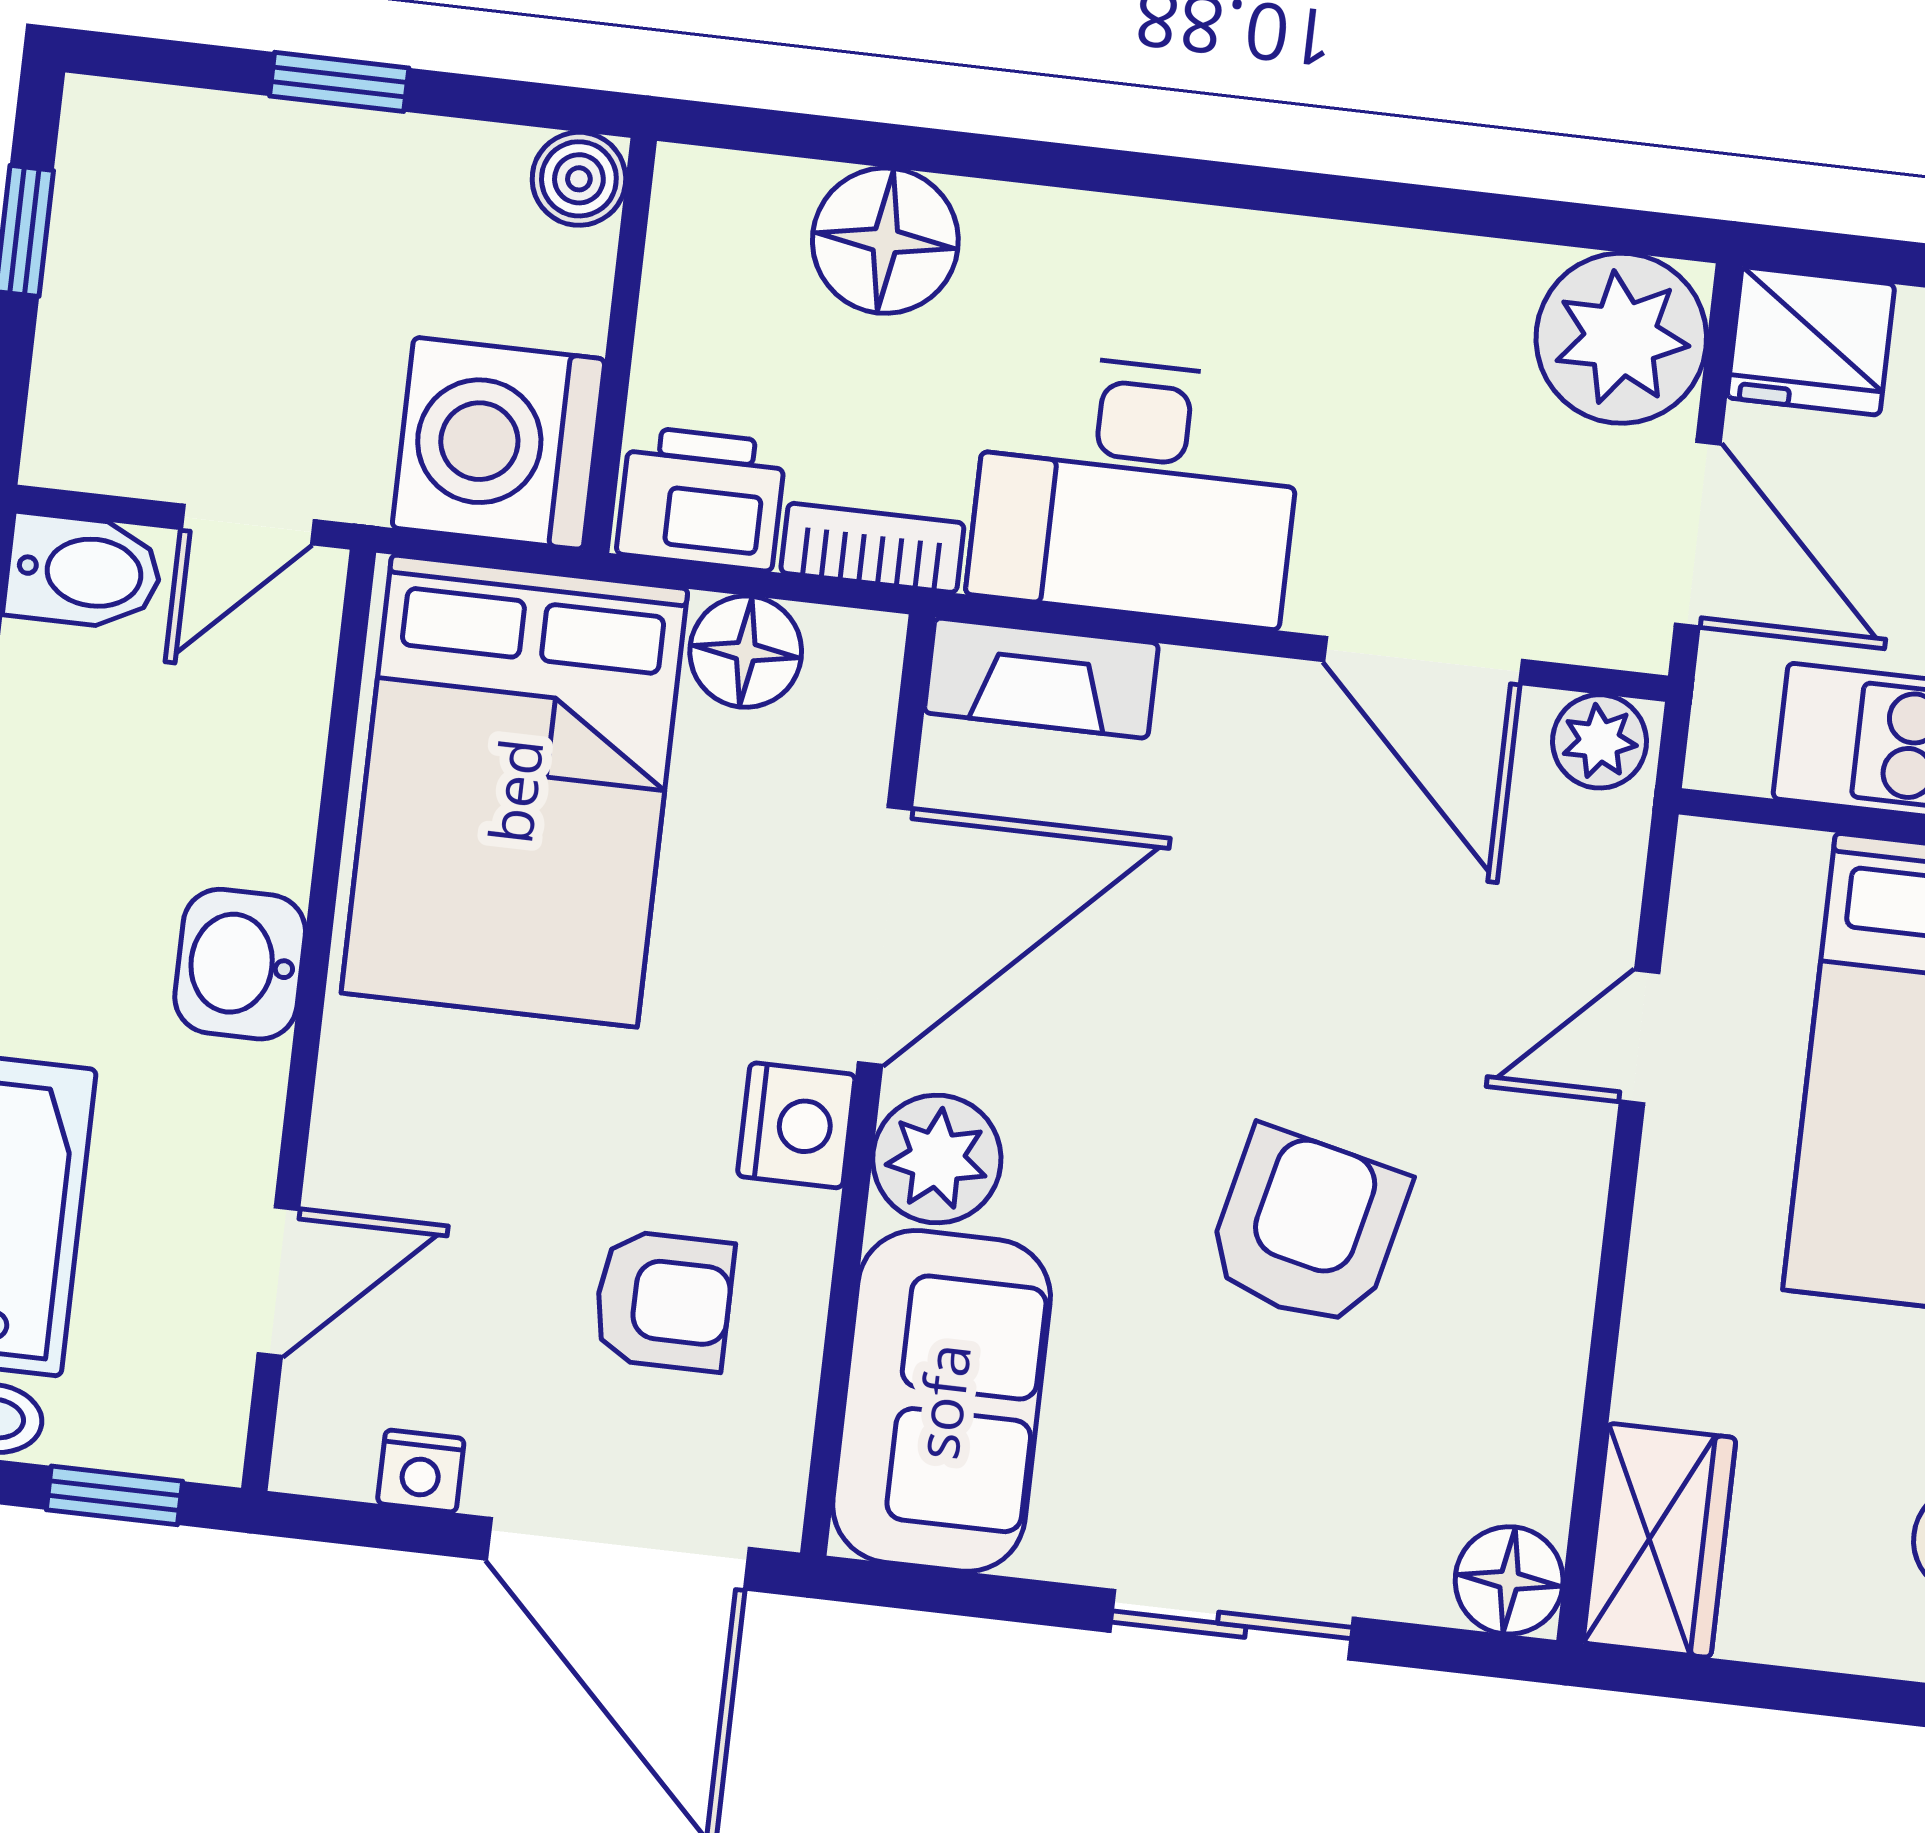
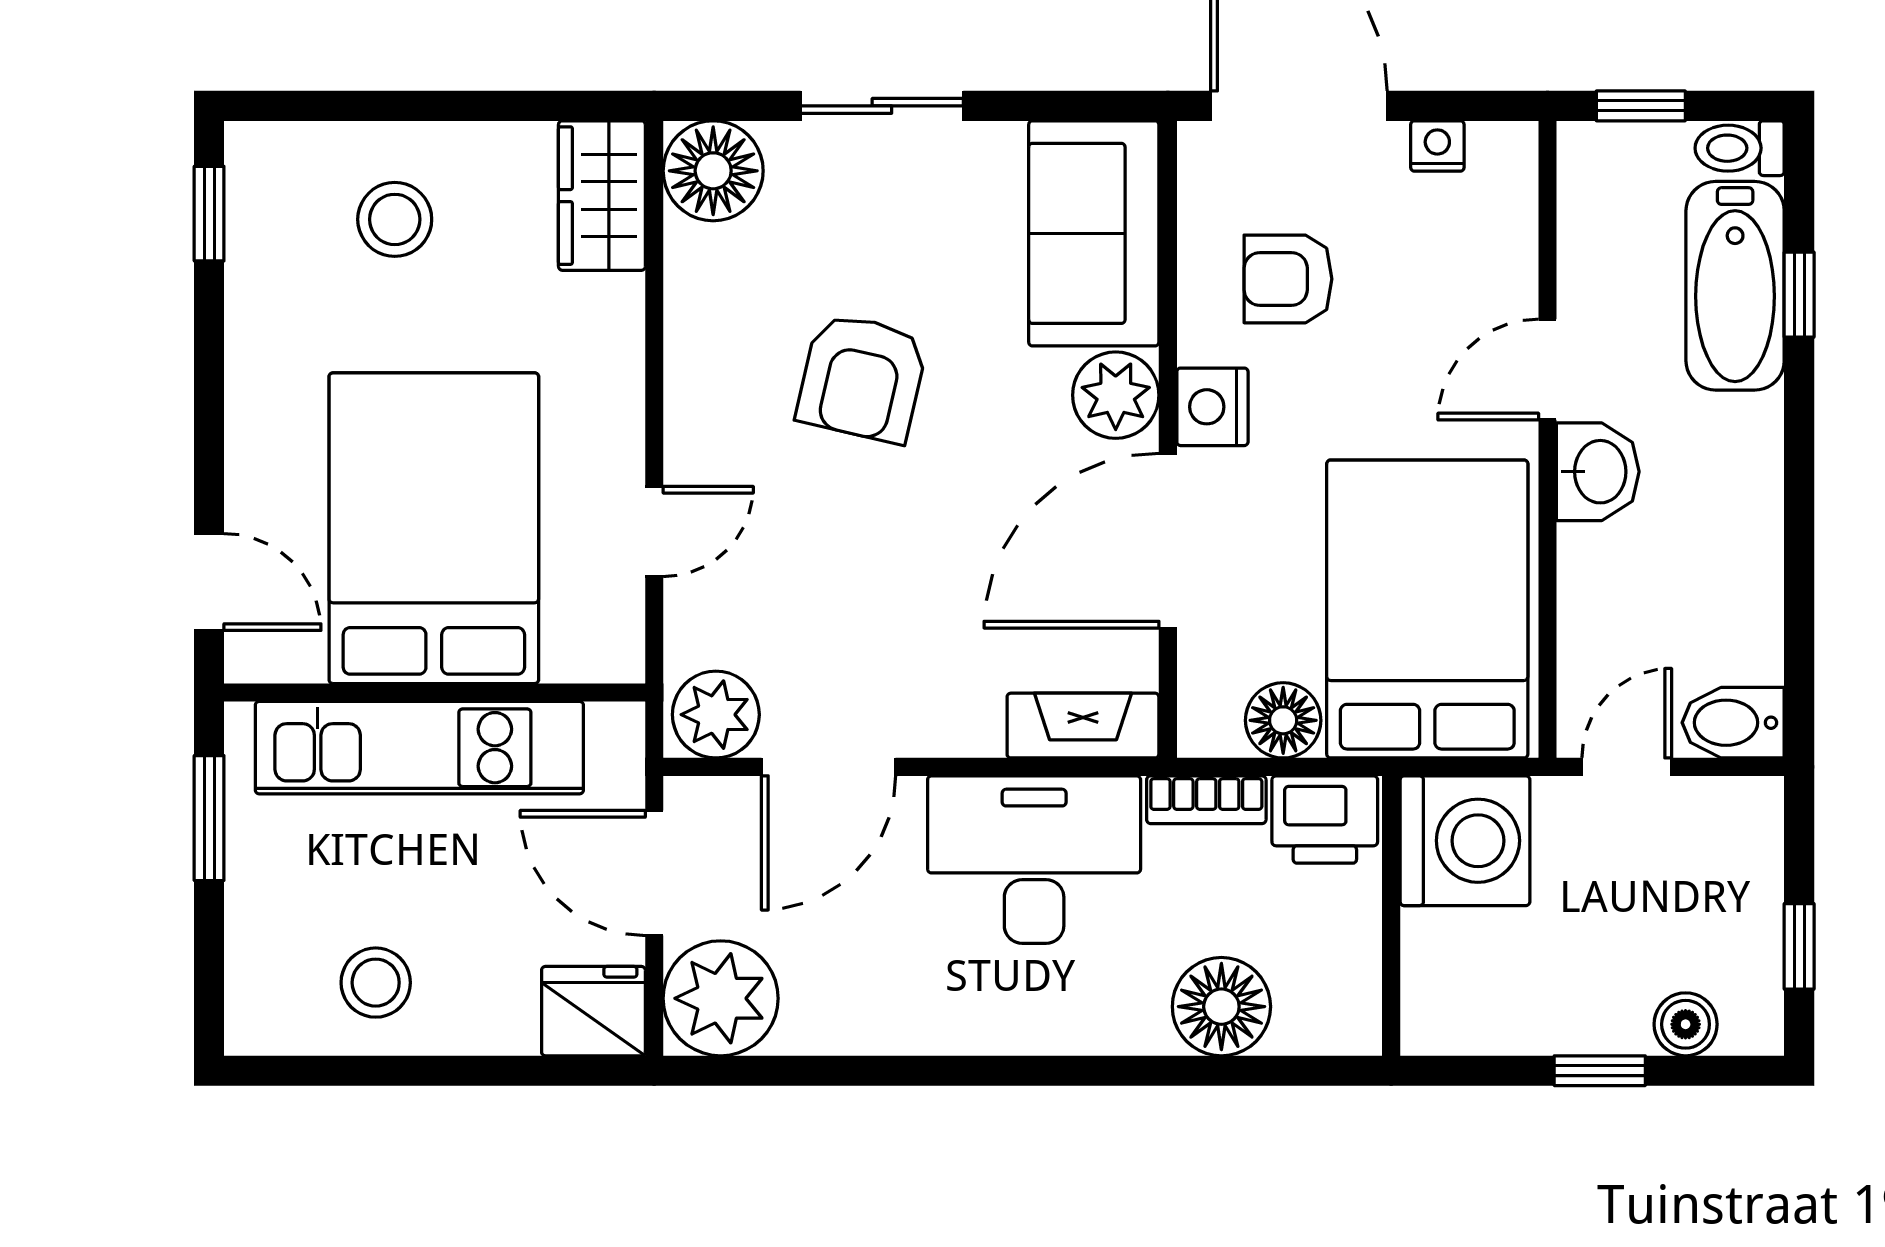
boiler: (579, 179) -> (1686, 1024), moved
door: (1423, 661) -> (829, 767), swing flipped
plant: (1600, 741) -> (716, 715), width x1.38, depth x1.38
door: (278, 1282) -> (1548, 370), moved
floor lamp: (1509, 1580) -> (713, 171), width x1.38, depth x1.38

